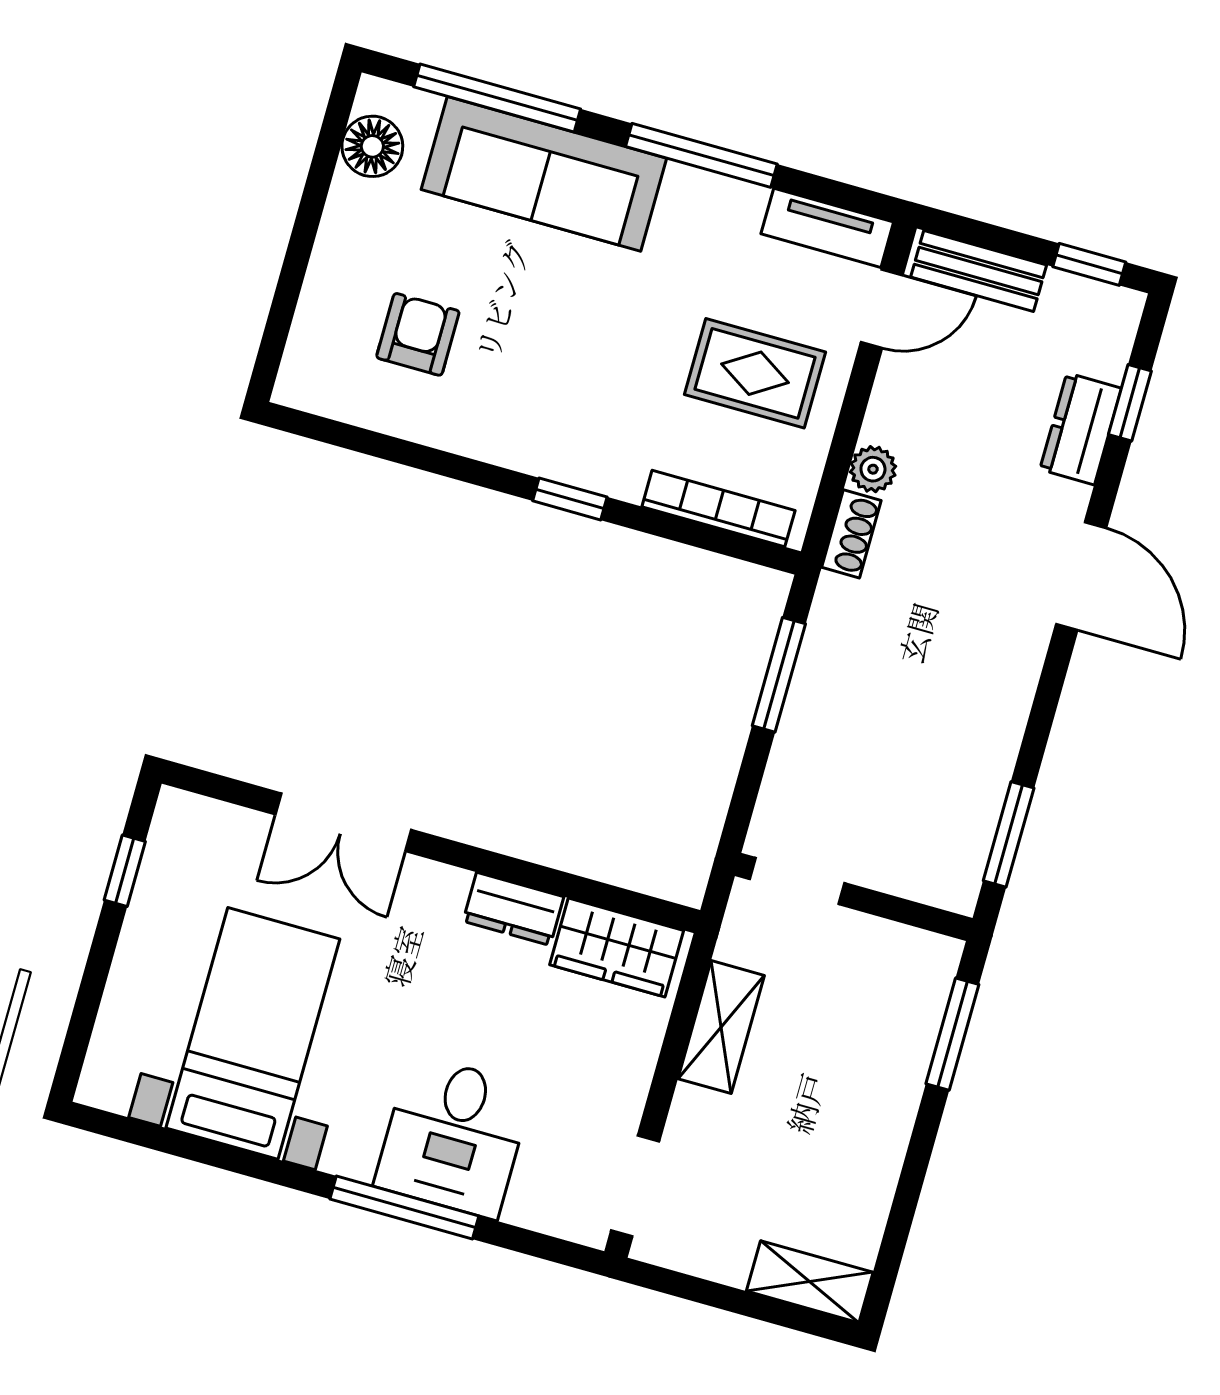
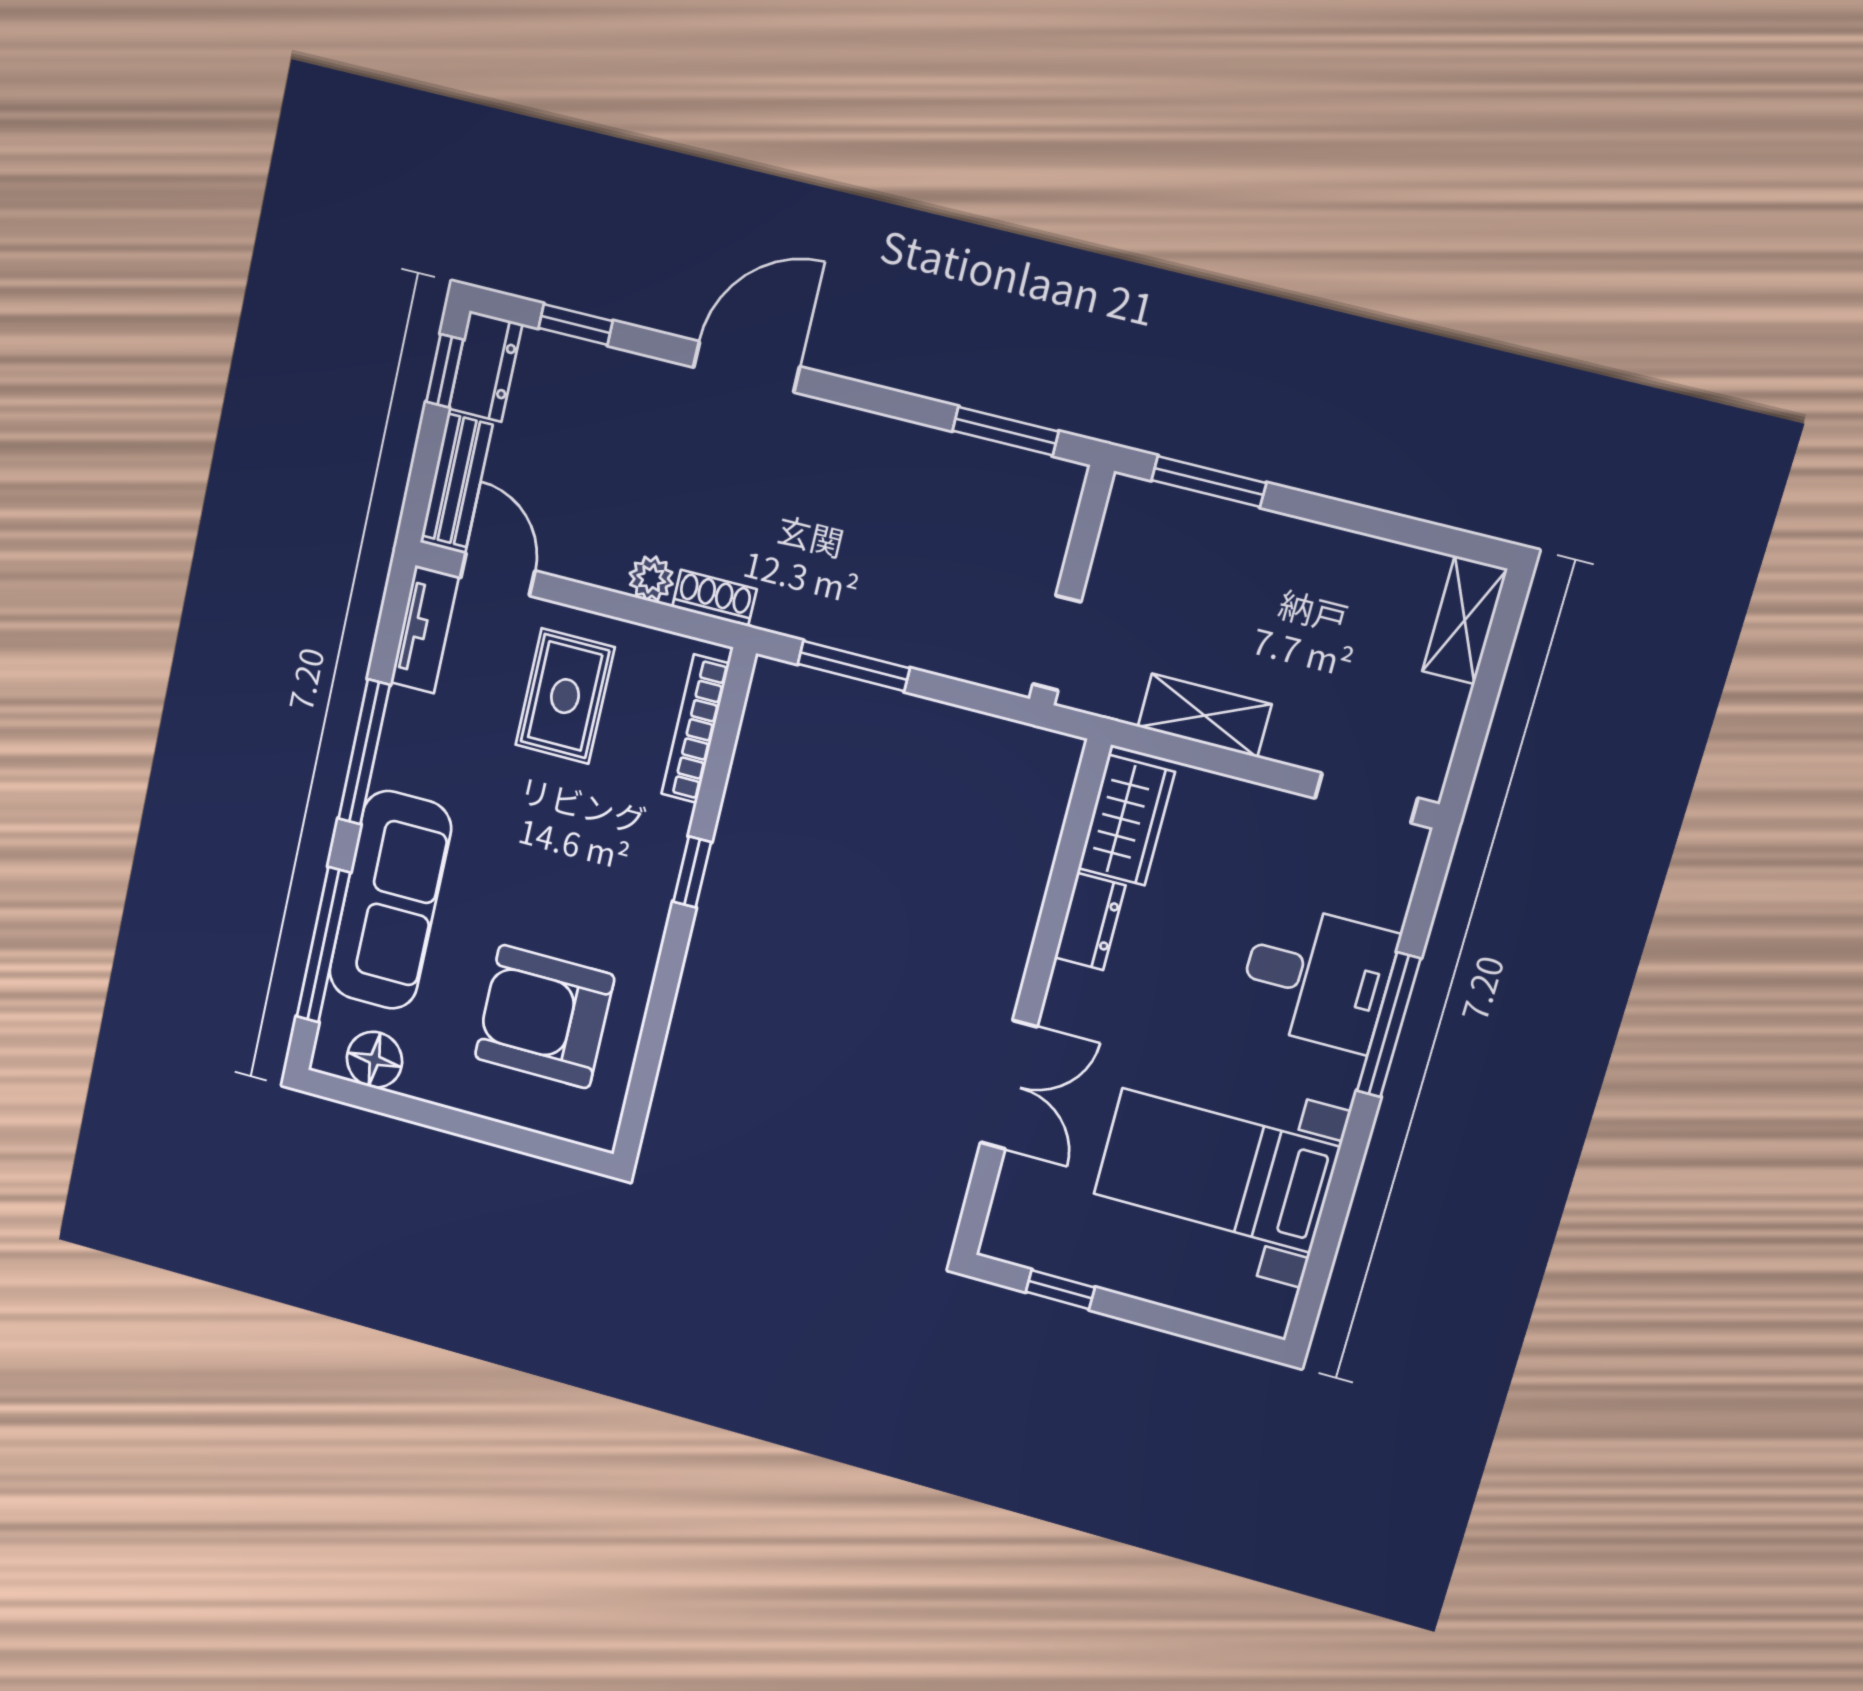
armchair: (418, 334) -> (544, 1017), width x1.88, depth x1.88
dresser: (1081, 429) -> (485, 366), moved, turned -90

